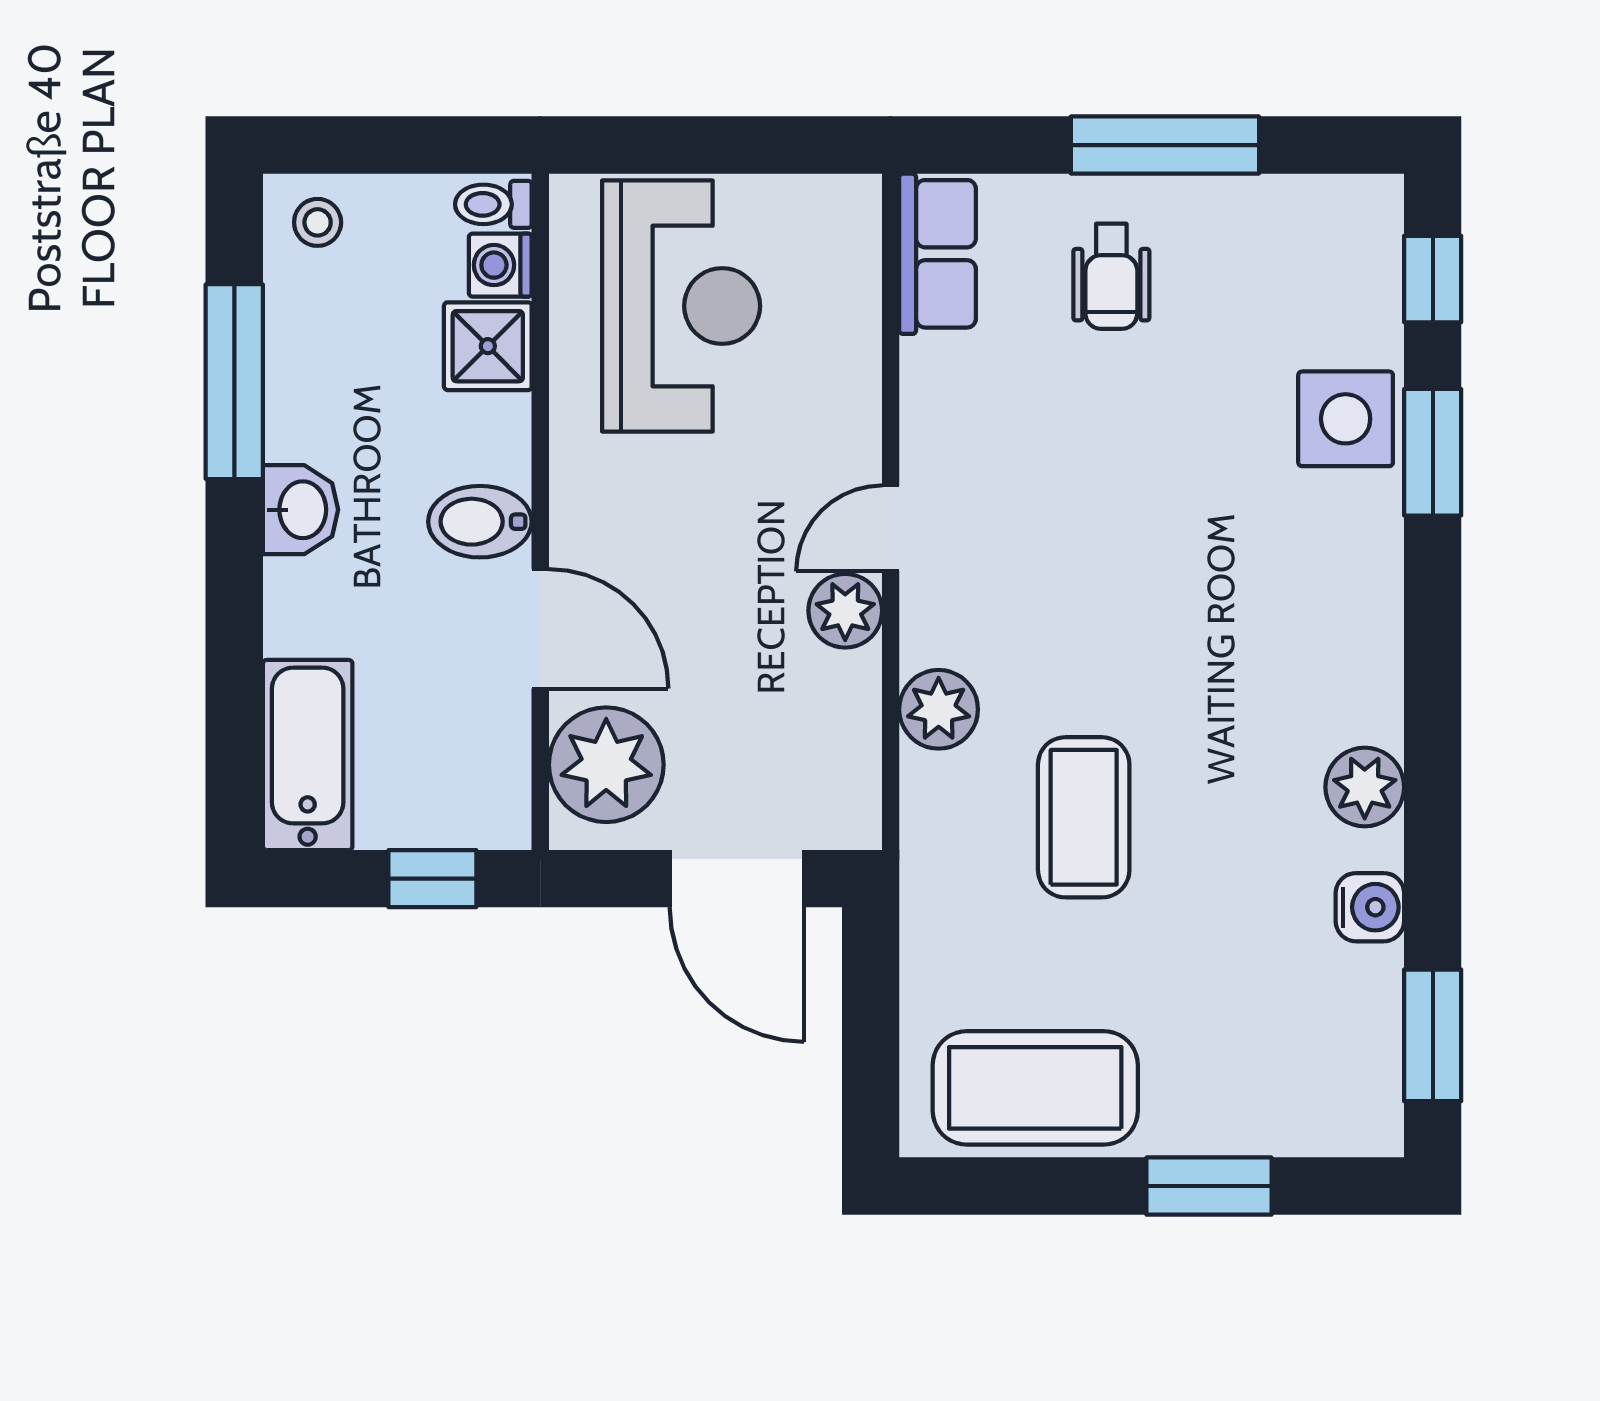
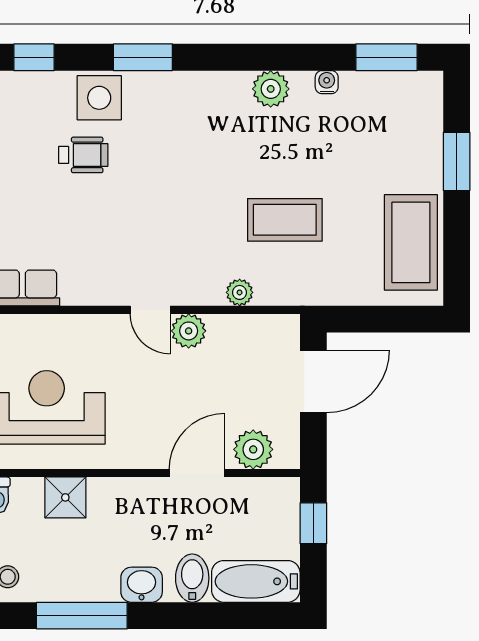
washing machine: (500, 265) -> (28, 492), removed
wheelchair: (1111, 276) -> (83, 155), moved
window: (1433, 452) -> (143, 57), moved
bidet: (480, 522) -> (192, 578), moved, turned 180
plant: (939, 709) -> (240, 292), width x0.73, depth x0.73
plant: (606, 765) -> (253, 449), width x0.73, depth x0.73
water cooler: (1370, 907) -> (327, 82), width x0.72, depth x0.72

